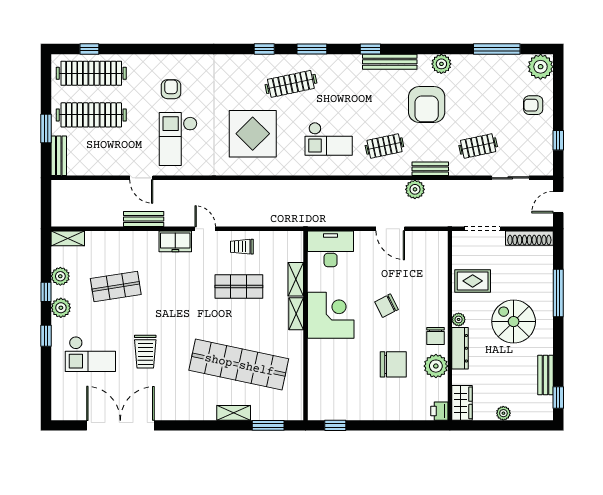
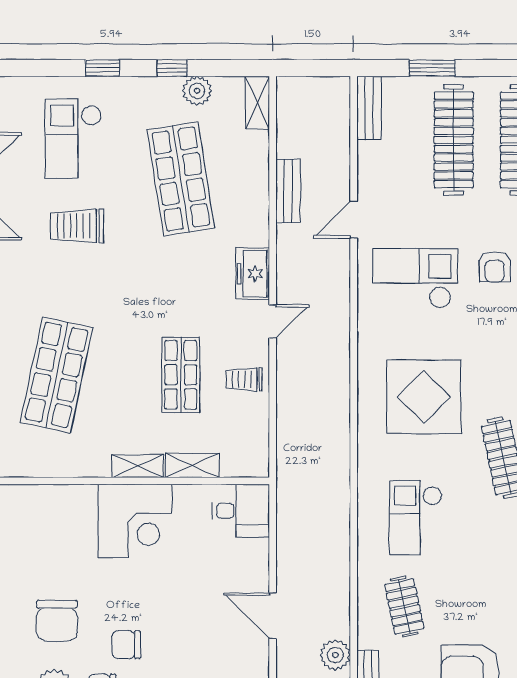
armchair: (171, 89) -> (495, 267), turned 90
bench: (59, 156) -> (369, 108), moved, turned 90
bench: (144, 219) -> (288, 191), moved
door: (390, 229) -> (273, 616), hinge flipped
trolley: (242, 247) -> (244, 379), turned -90
desk: (331, 249) -> (241, 511), width x0.73
shop shelf: (116, 286) -> (181, 179), width x1.43, depth x1.36
chair: (386, 306) -> (126, 645), moved, turned -63
plant: (61, 308) -> (147, 92), removed
shop shelf: (239, 365) -> (57, 375), width x0.71

